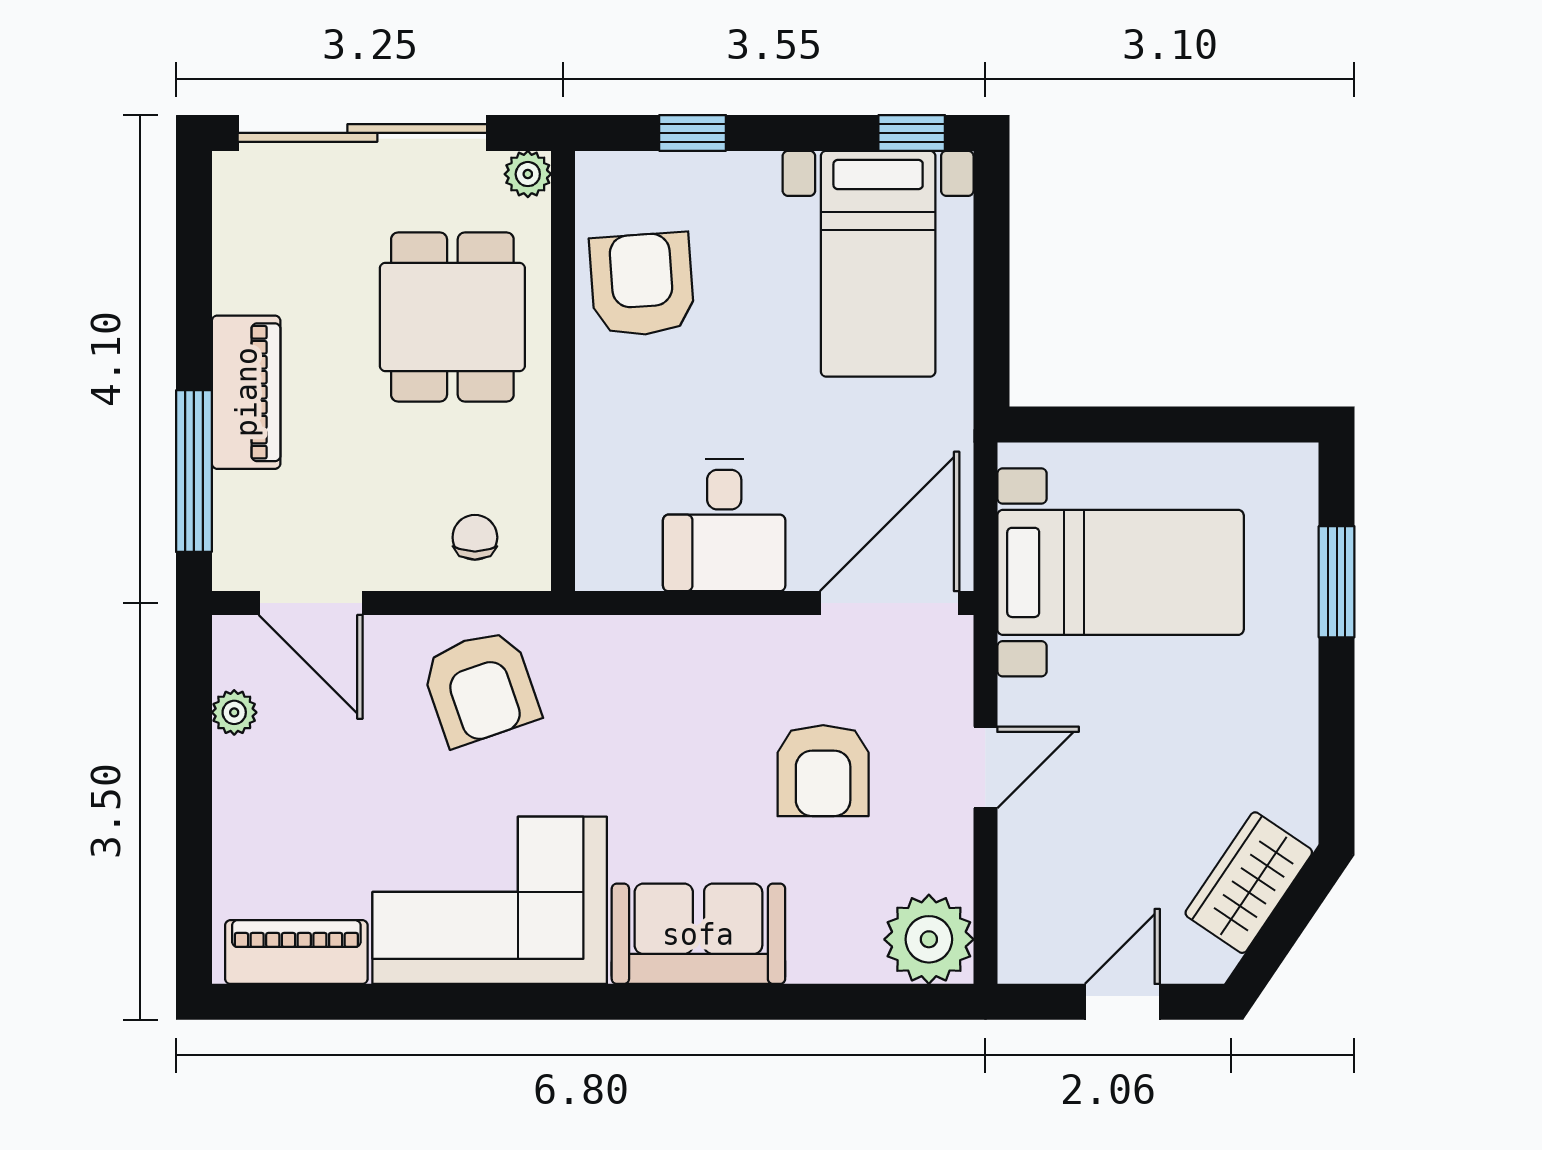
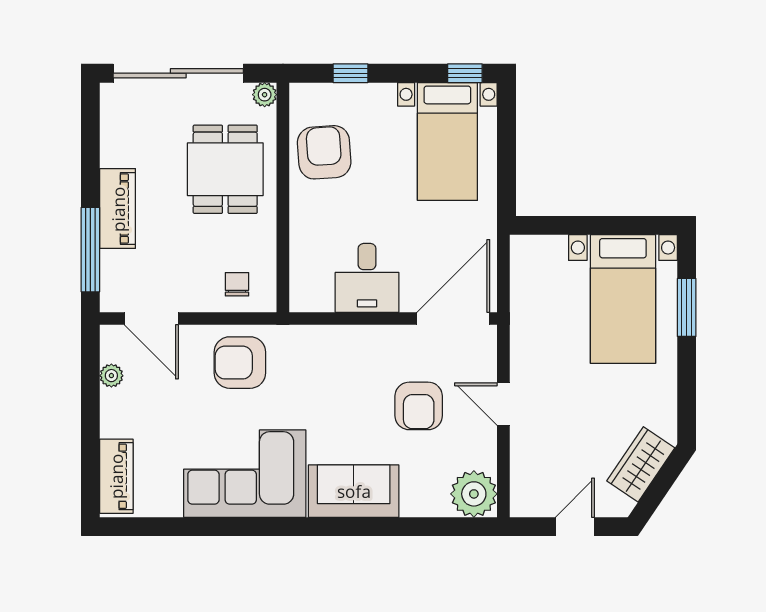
bed with nightstands: (1121, 572) -> (623, 299), moved, turned 90
armchair: (480, 687) -> (240, 363), turned 109
door: (985, 767) -> (503, 404), swing flipped
piano: (296, 952) -> (116, 476), moved, turned 90

